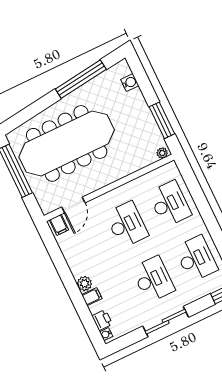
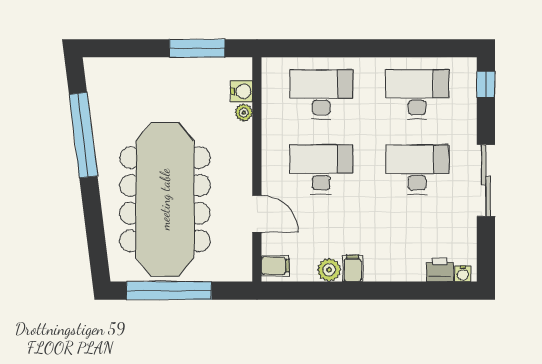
water cooler: (130, 83) -> (242, 91), moved, turned 90
plant: (162, 153) -> (244, 113), moved
door: (73, 205) -> (257, 214), moved
plant: (84, 284) -> (329, 270), moved
filing cabinet: (92, 297) -> (353, 268), moved

